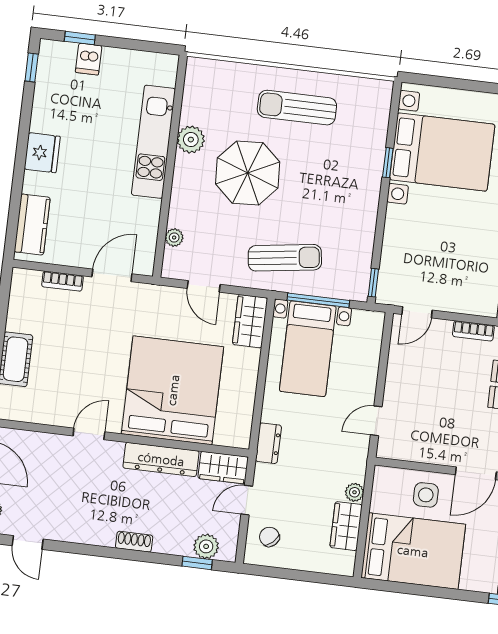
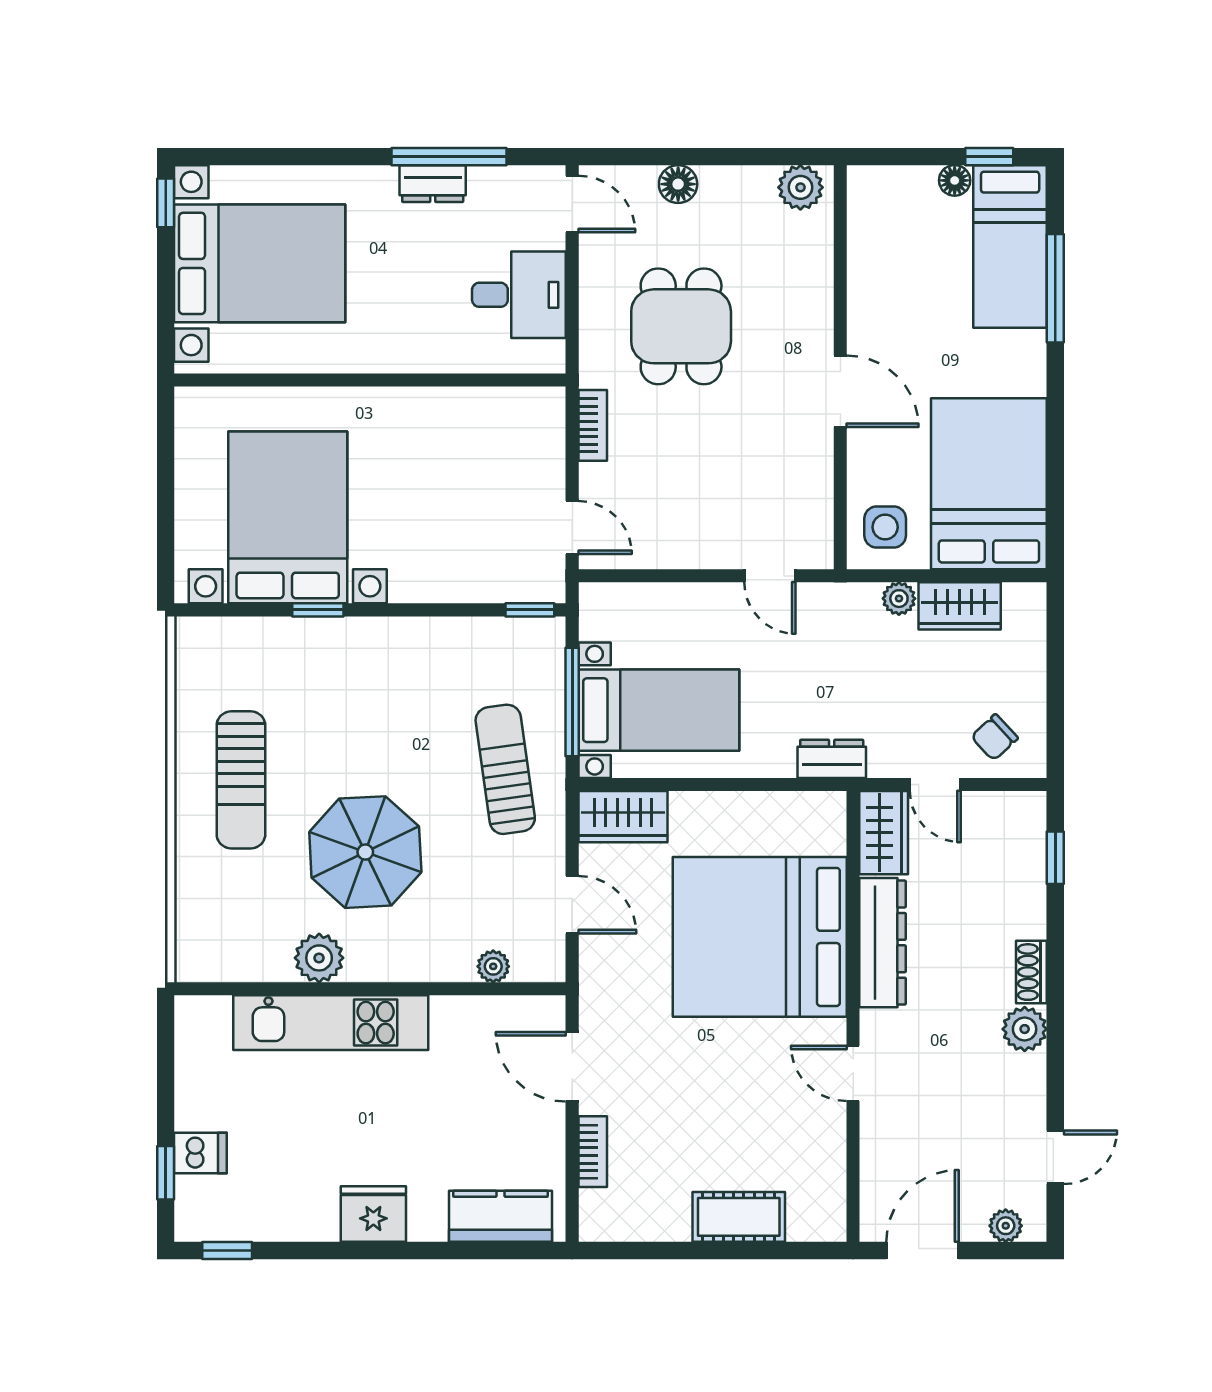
door: (204, 286) -> (572, 905), hinge flipped
side table: (426, 495) -> (885, 527), moved
plant: (206, 546) -> (1025, 1029), moved

